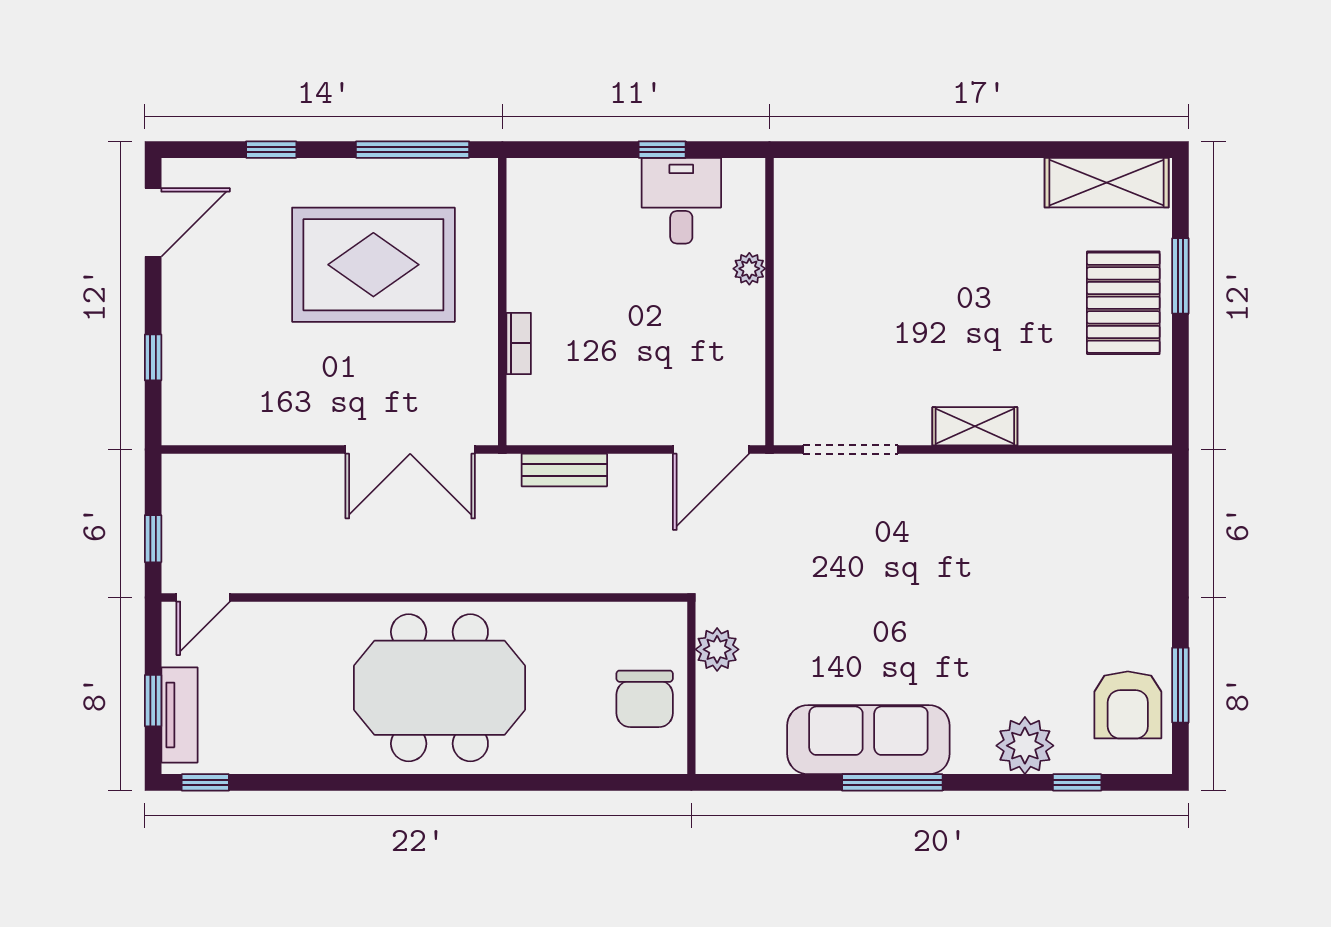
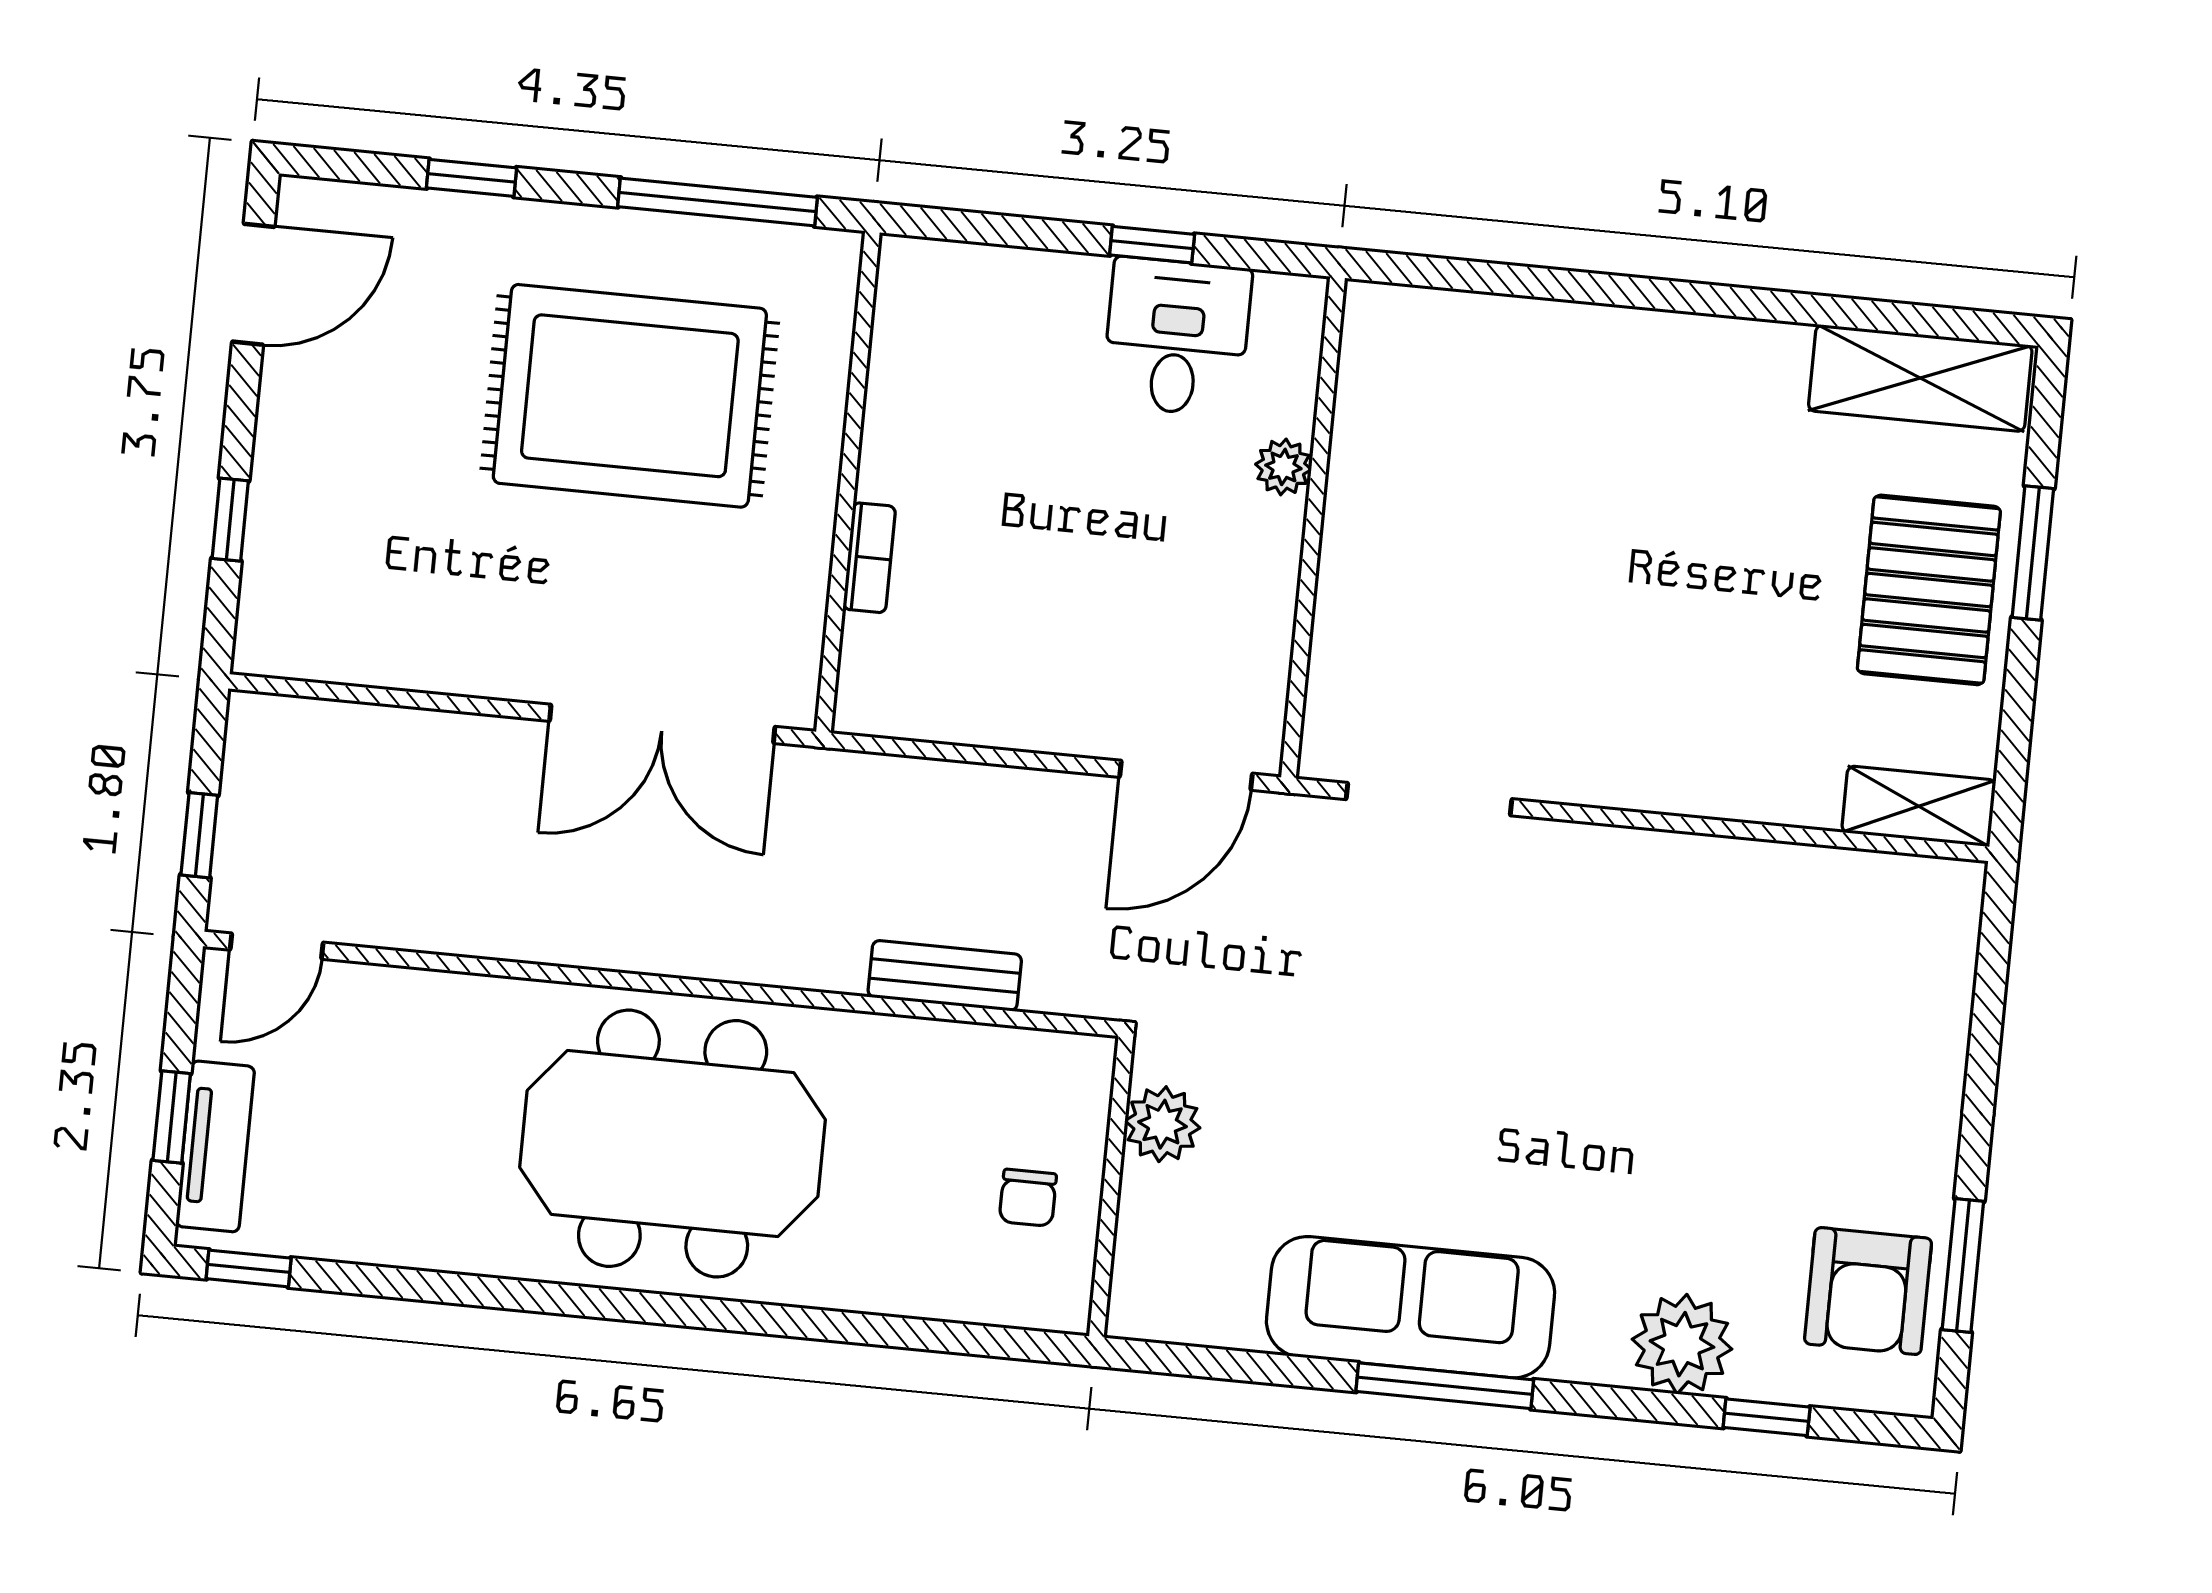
shelving: (975, 426) -> (1919, 806), moved
bench: (564, 470) -> (945, 976), moved
chair: (645, 699) -> (1028, 1198), width x0.54, depth x0.54

